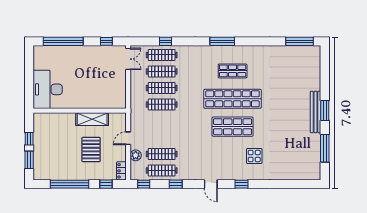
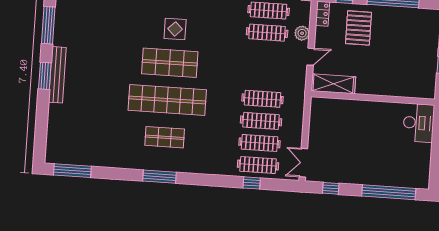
window: (222, 41) -> (160, 177), moved
desk: (48, 89) -> (419, 123), width x0.73, depth x0.77
shelving: (92, 119) -> (333, 84), moved
pallet: (91, 150) -> (358, 28), moved
display table: (254, 156) -> (175, 29), moved

